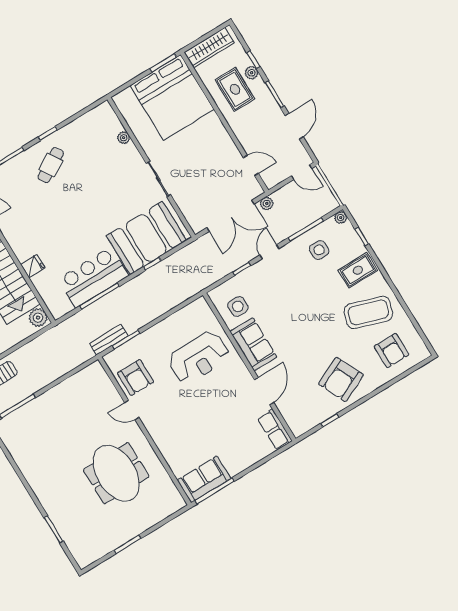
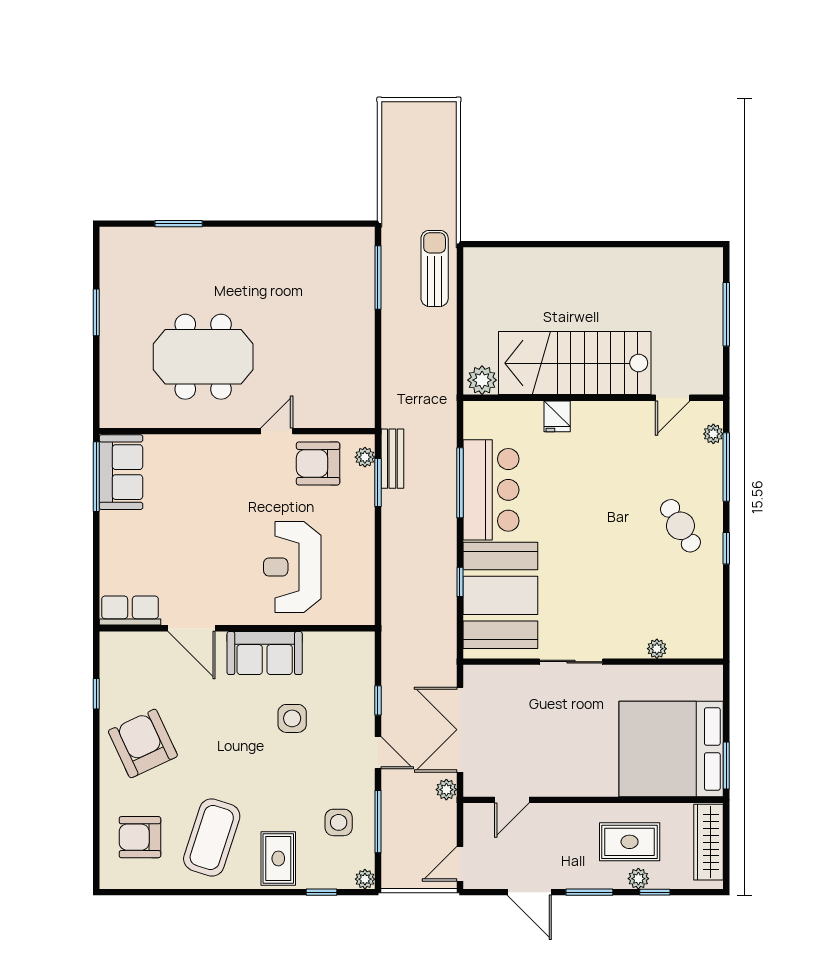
side table: (238, 306) -> (292, 718), moved
plant: (117, 355) -> (365, 457), added

